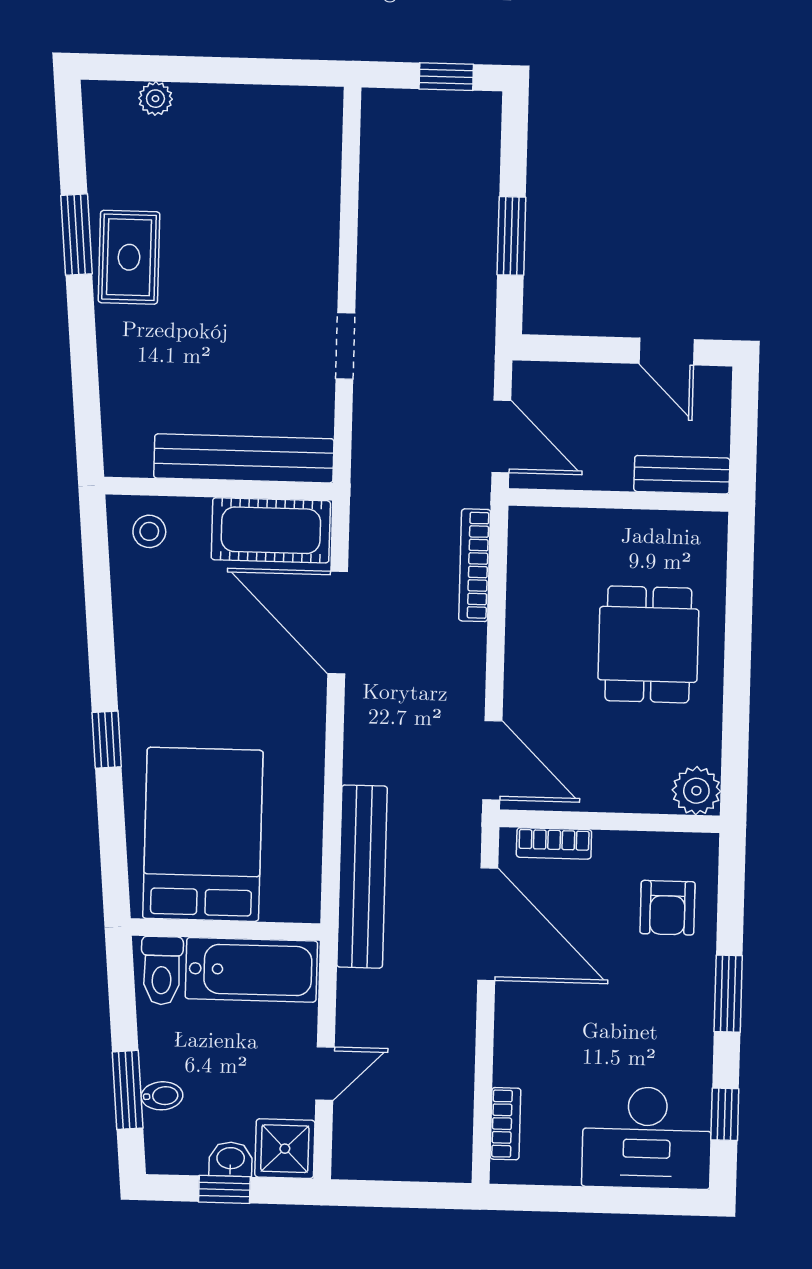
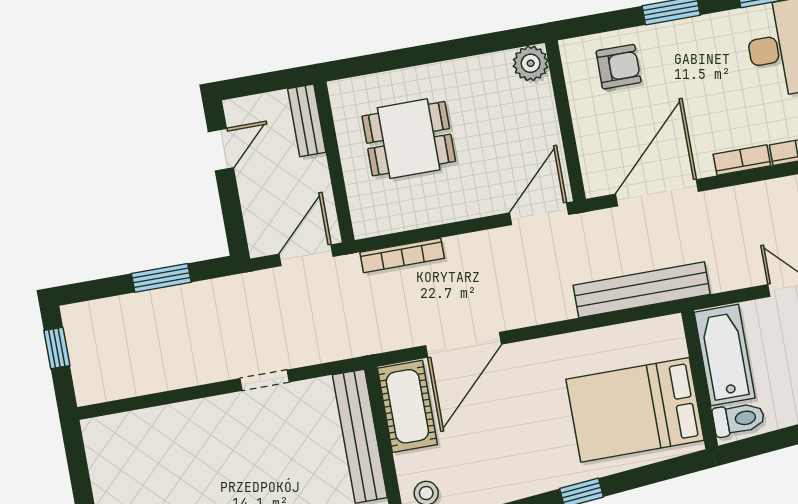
dining table: (648, 644) -> (409, 139), moved
bookcase: (554, 843) -> (742, 160), moved, turned -90

